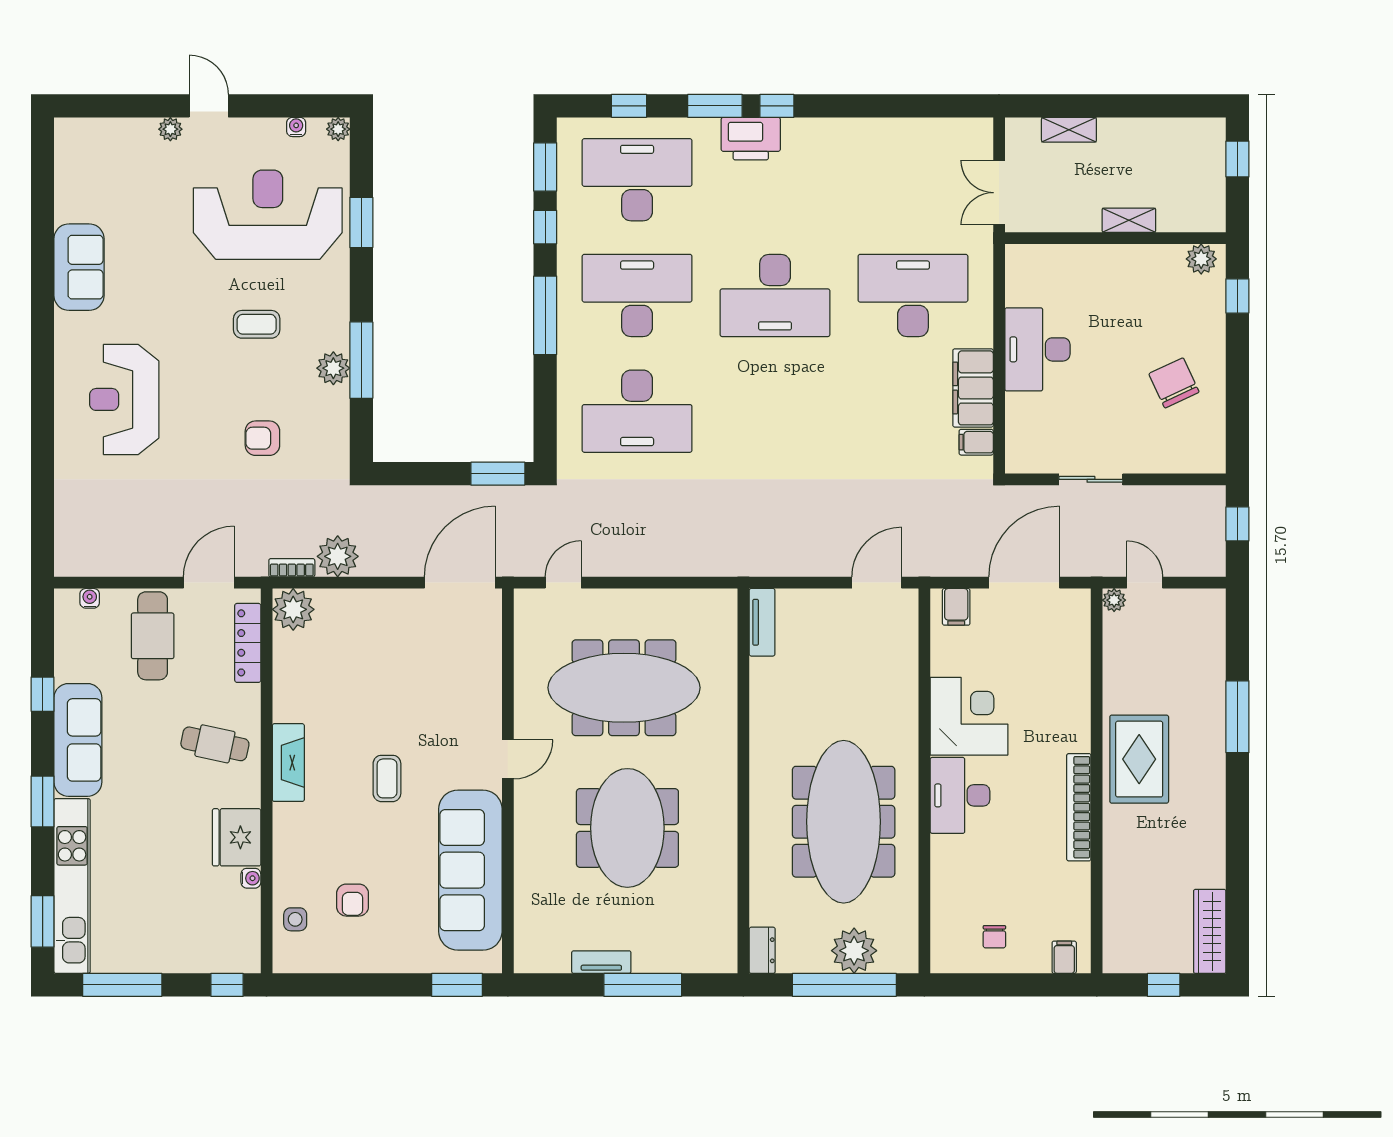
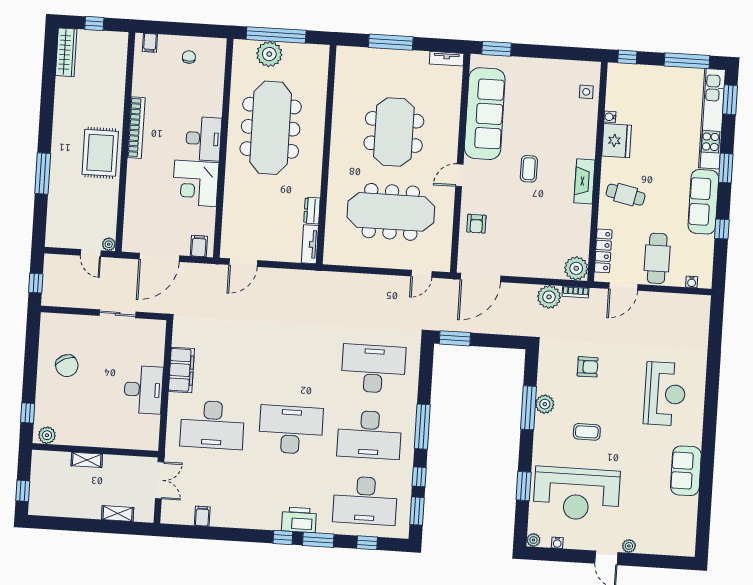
filing cabinet: (976, 442) -> (202, 516), moved, turned -90
armchair: (353, 900) -> (476, 224), moved, turned 180
dresser: (762, 950) -> (312, 211), moved
tv unit: (601, 962) -> (447, 59), moved

